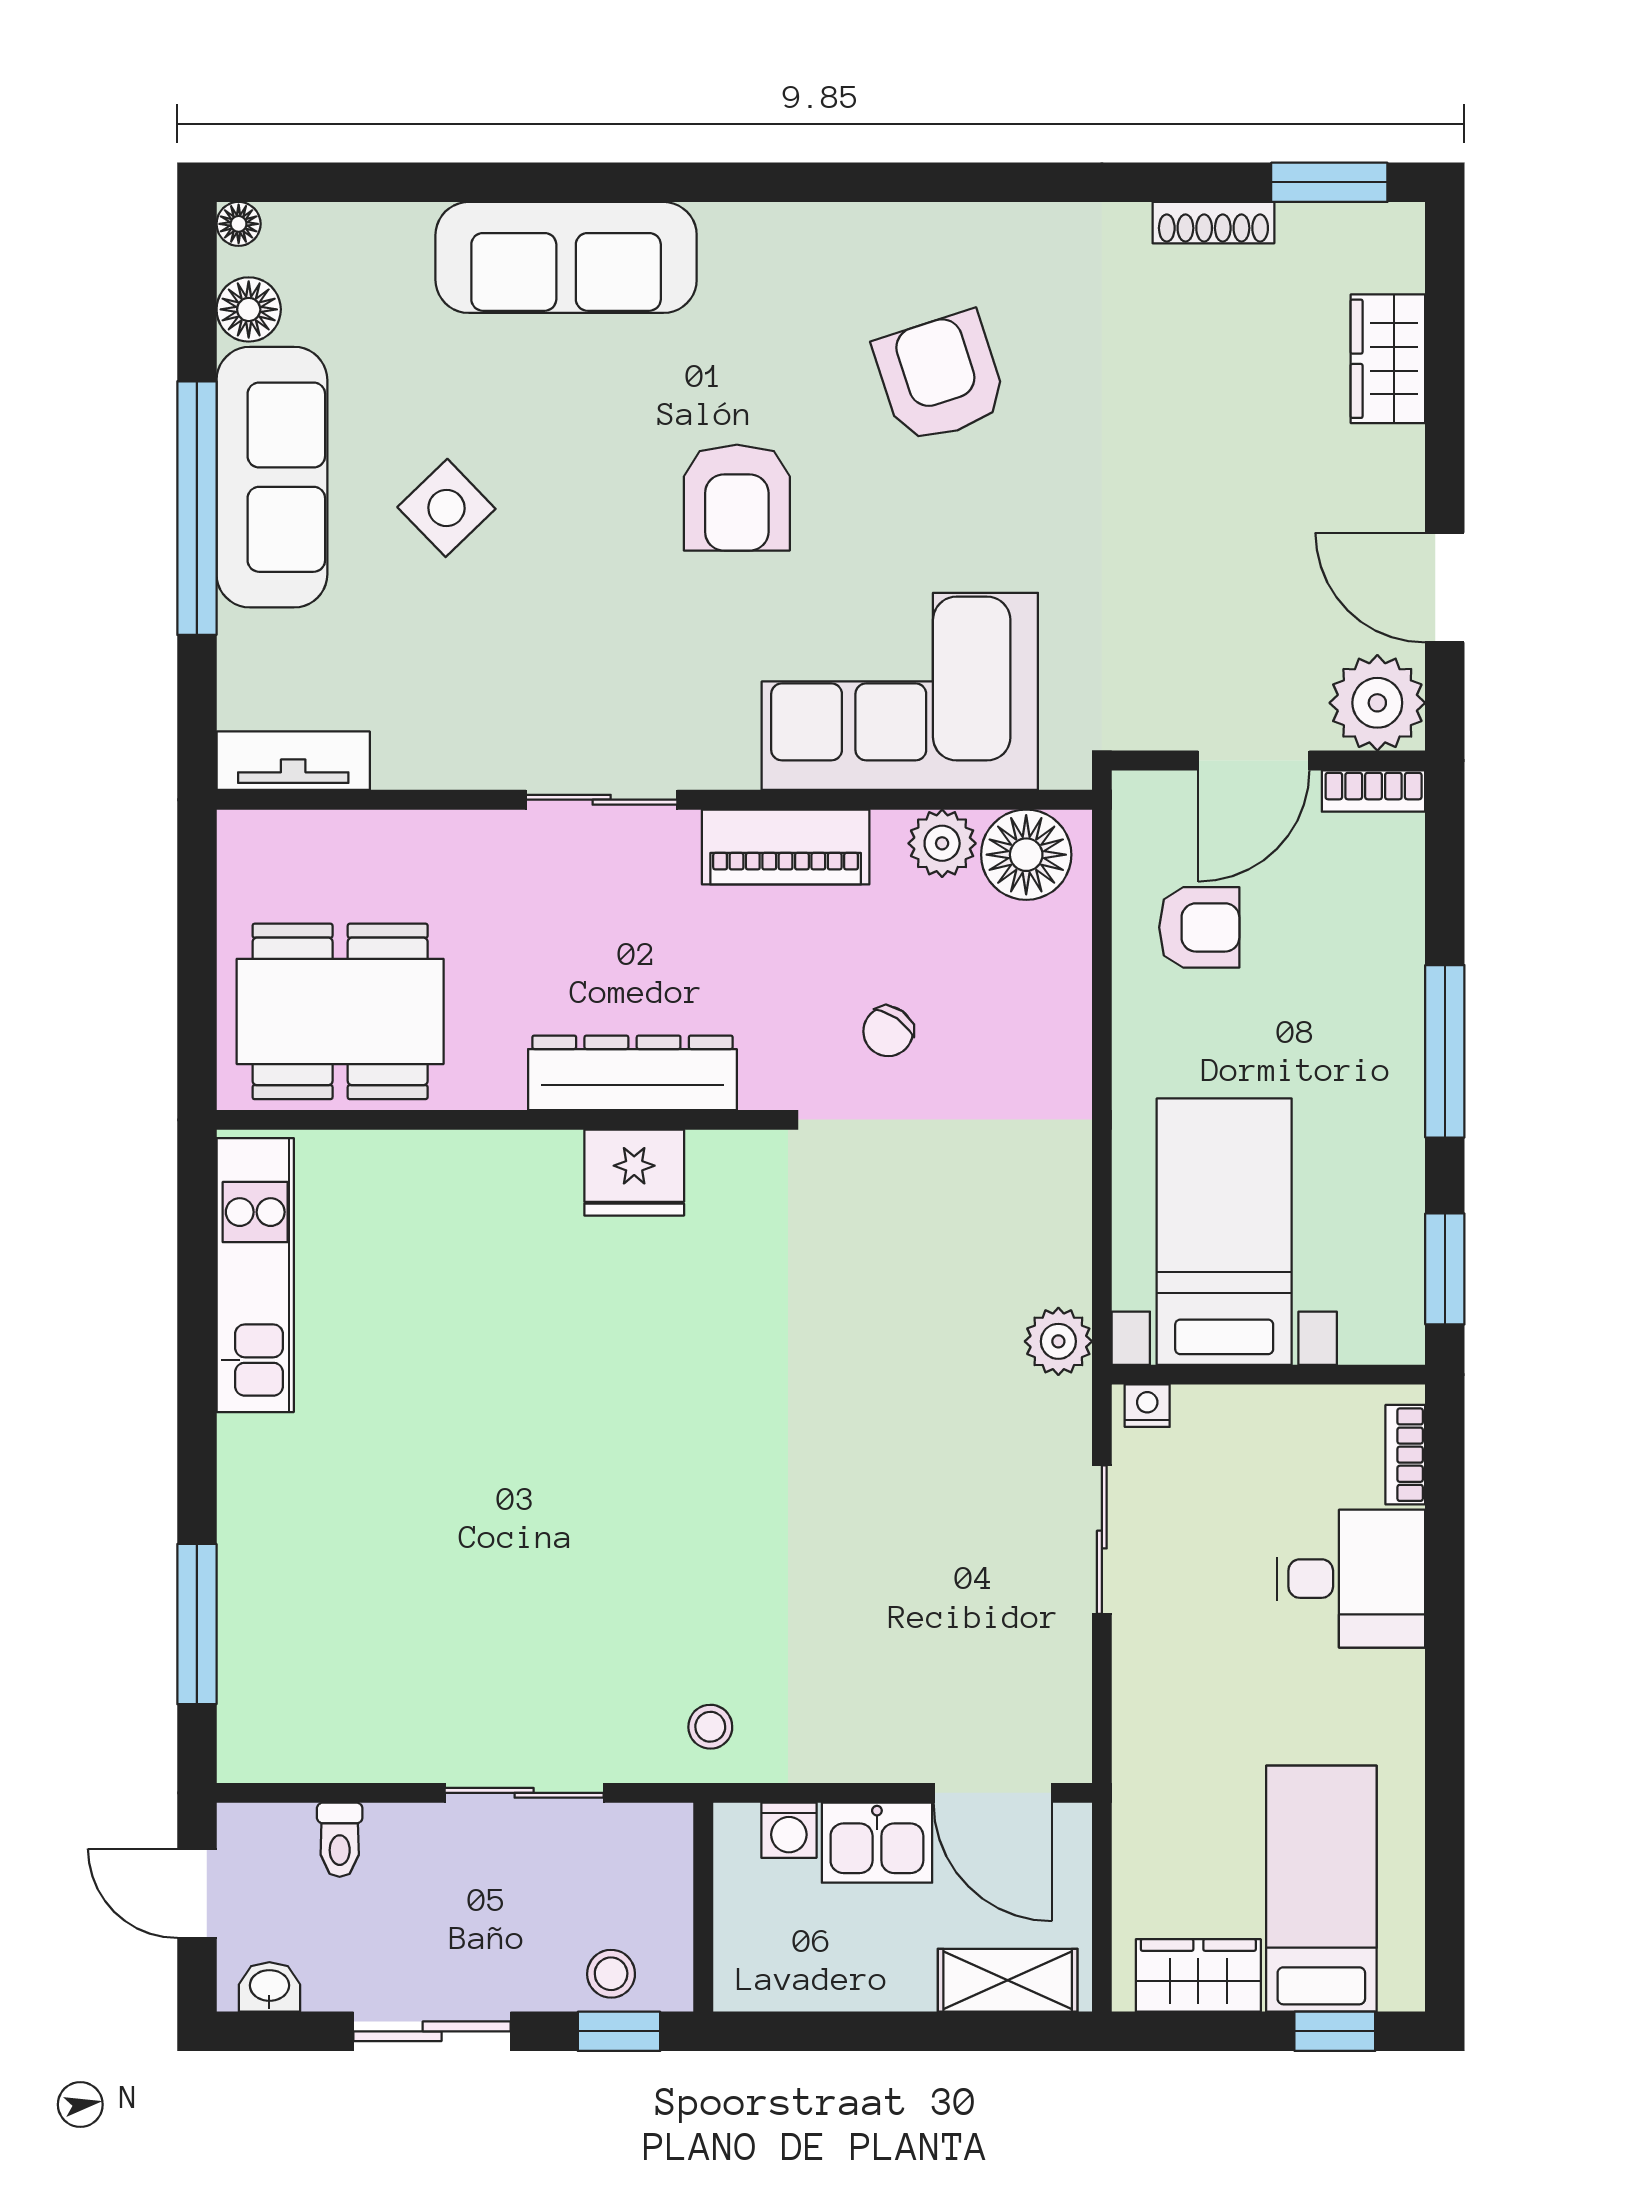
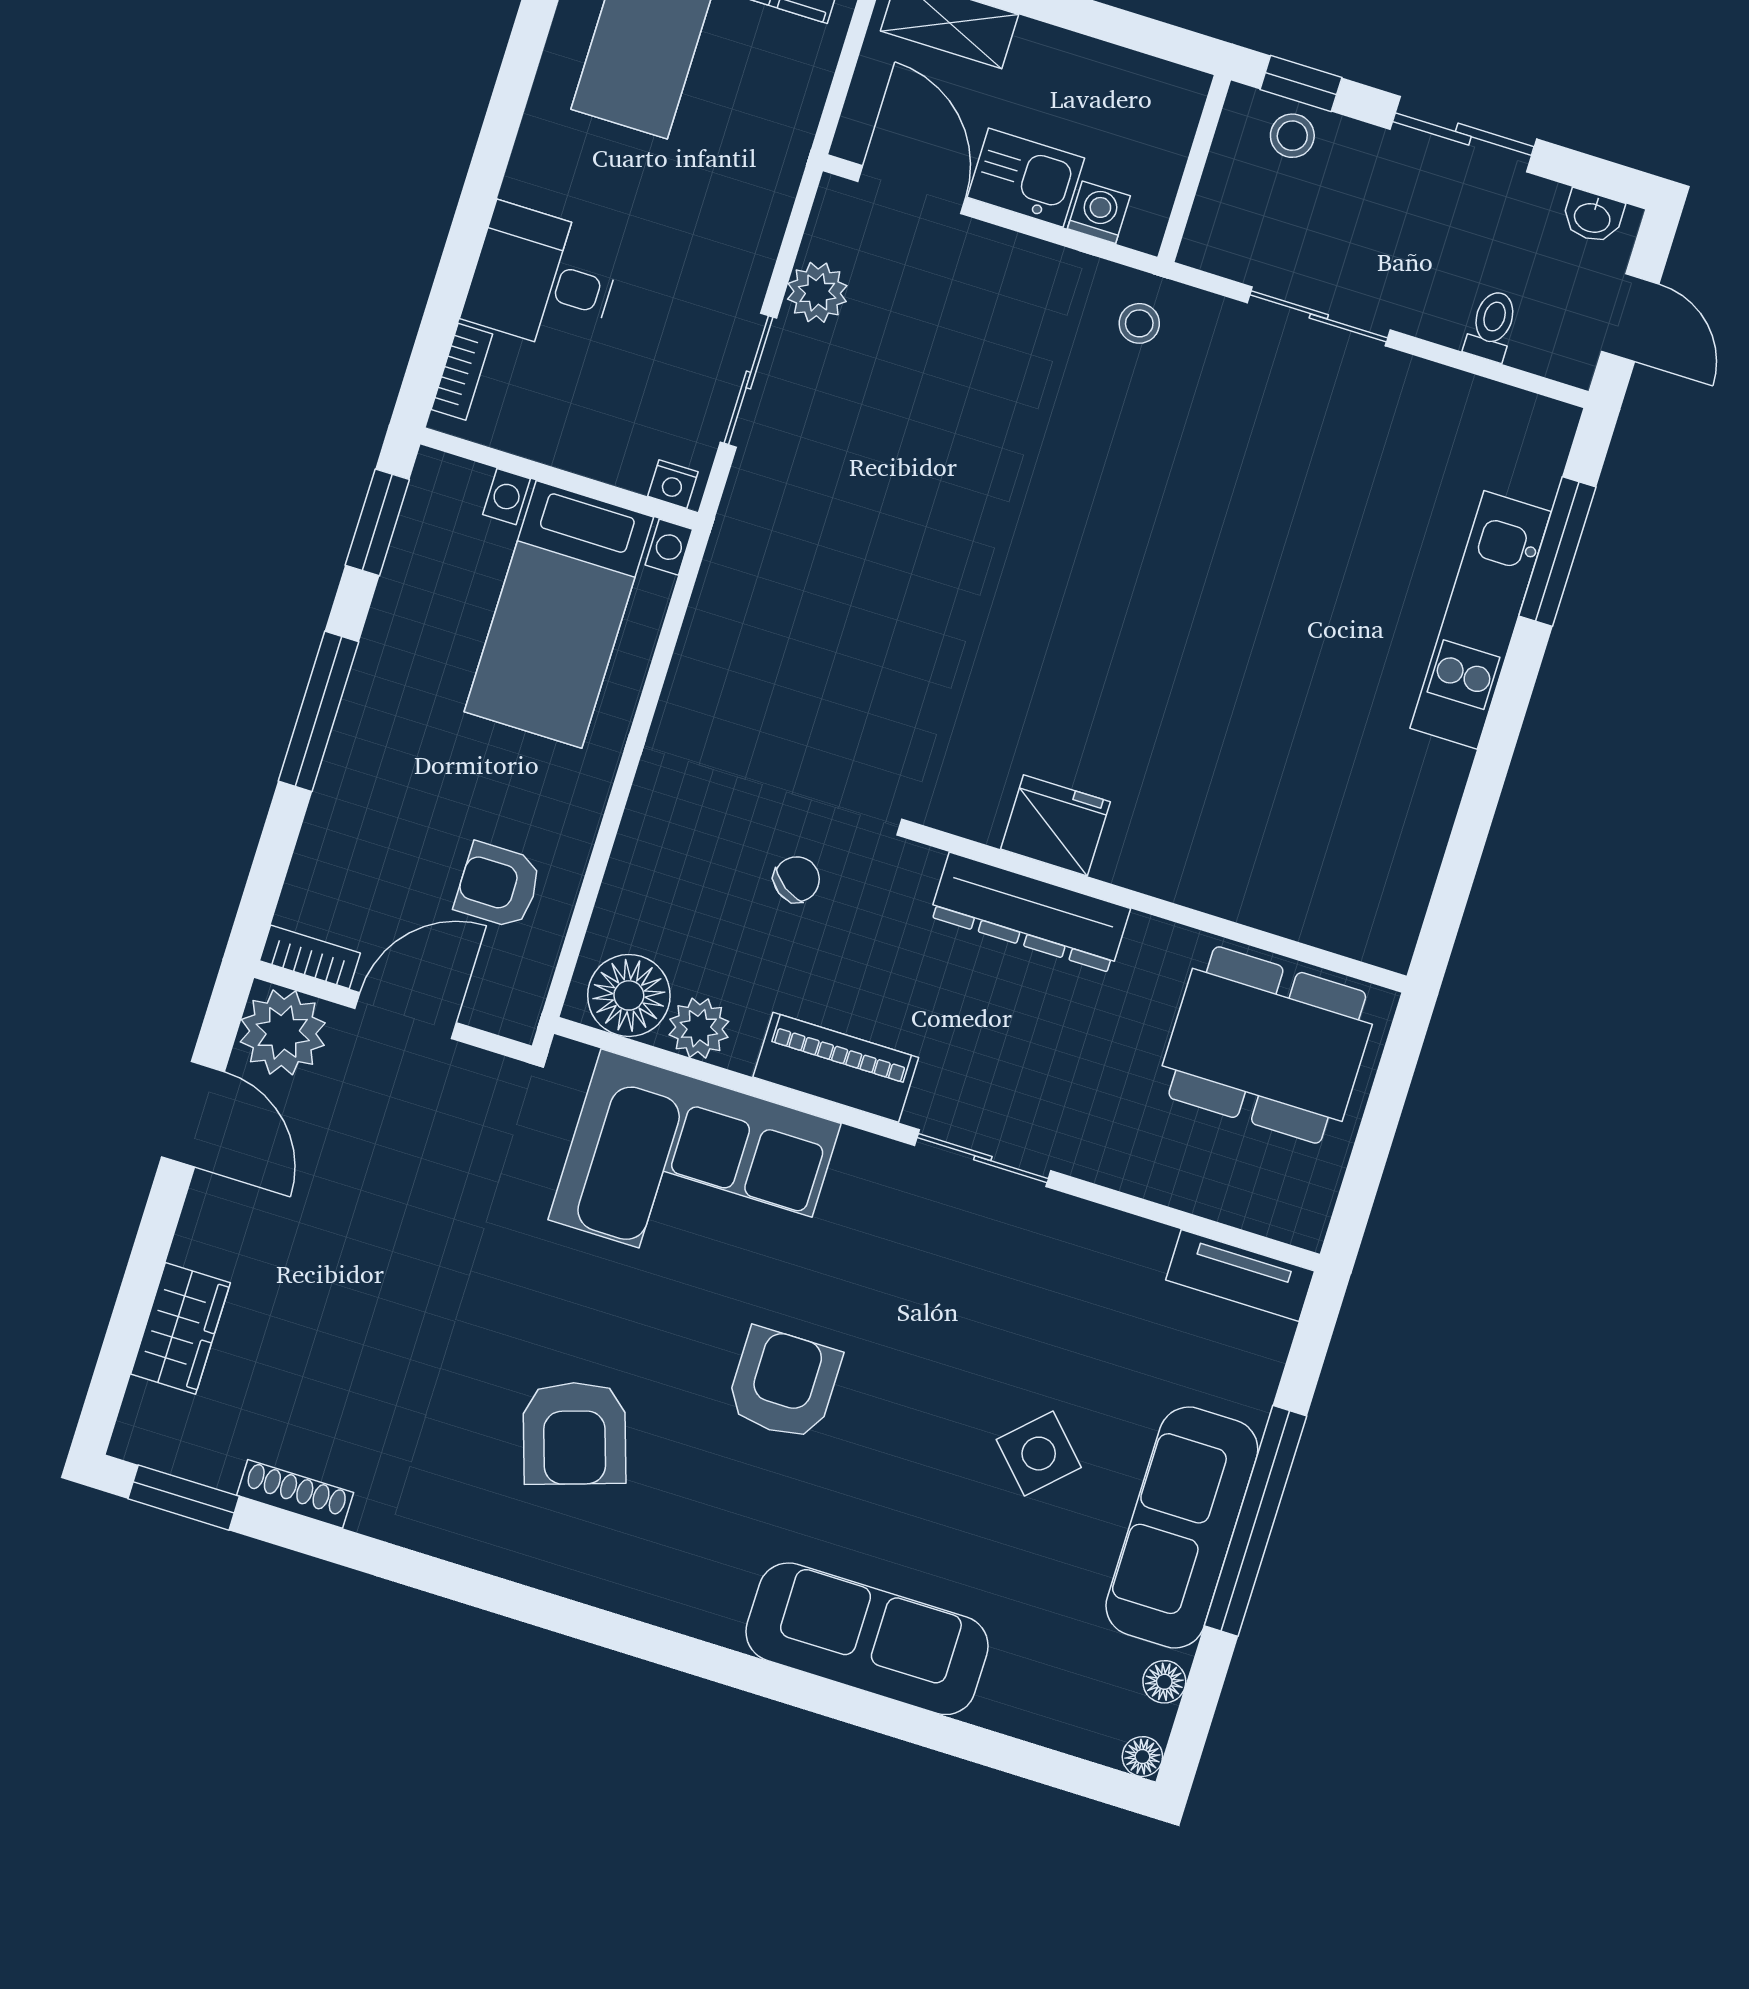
floor lamp: (249, 309) -> (1164, 1682), width x0.73, depth x0.73
kitchen unit: (255, 1275) -> (1481, 620), moved
plant: (1058, 1341) -> (817, 292), moved

